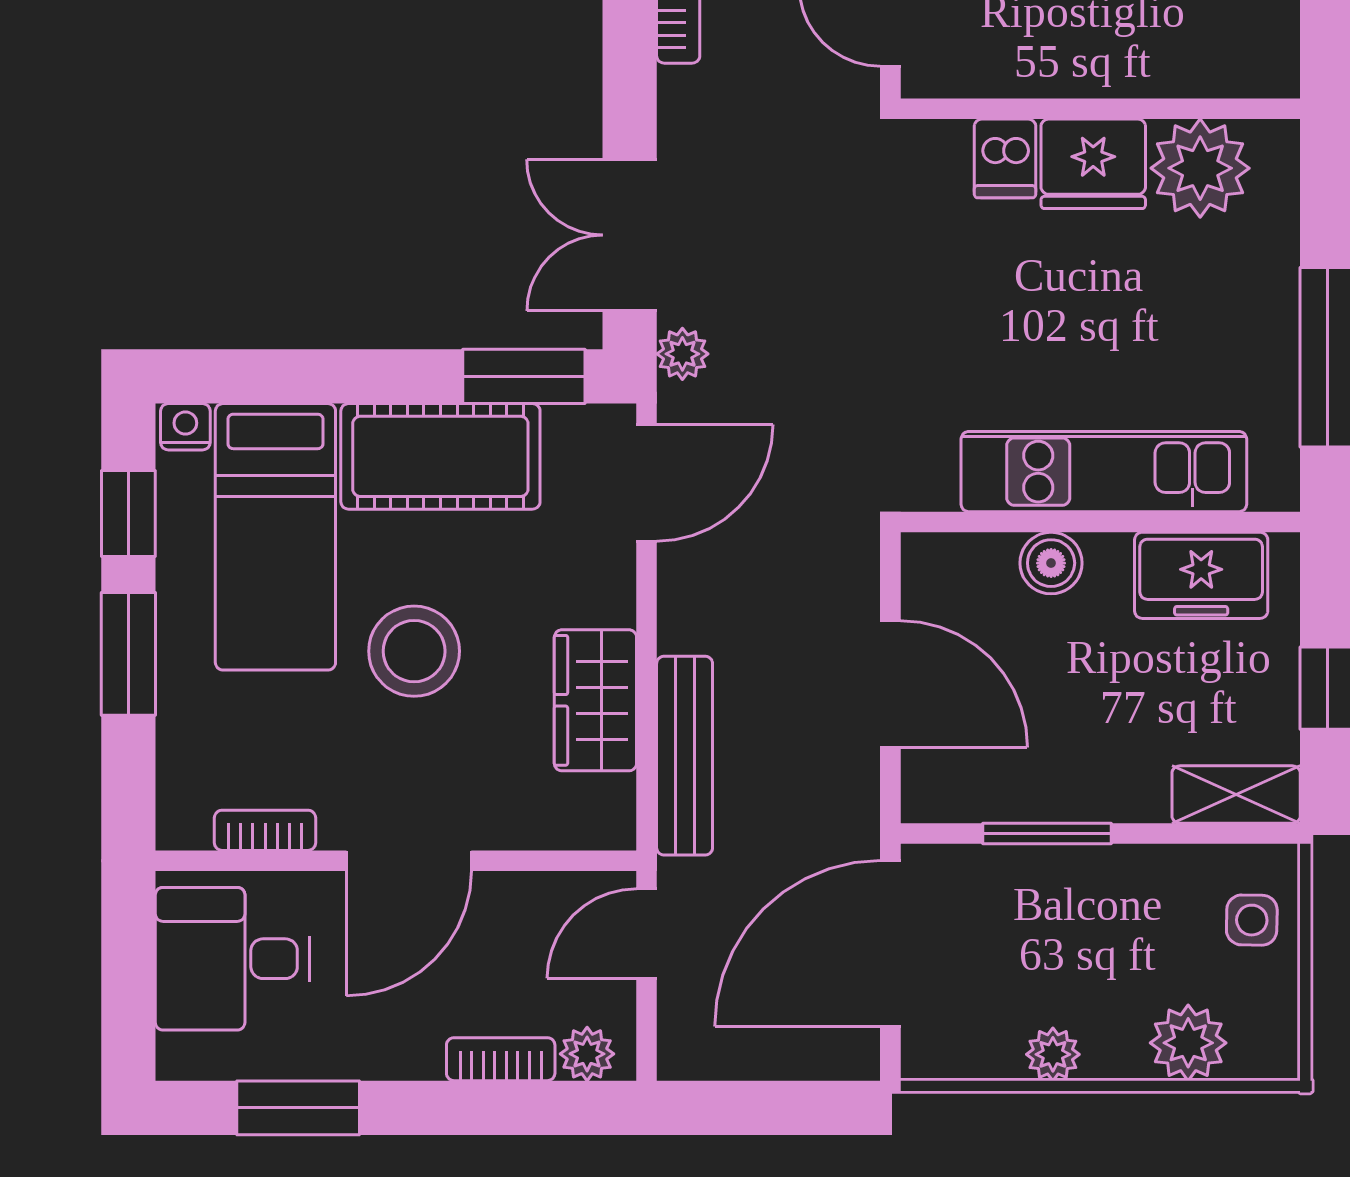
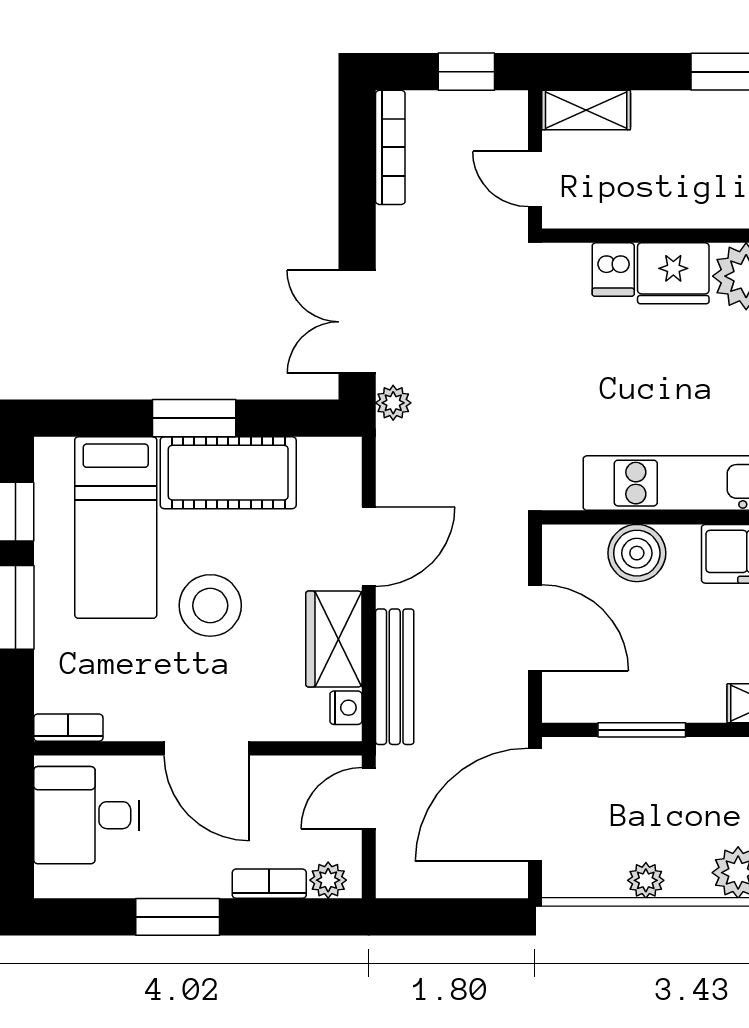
window: (524, 376) -> (194, 418), moved
nightstand: (185, 427) -> (346, 708), moved, turned 90
door: (647, 483) -> (369, 547), moved
boiler: (1051, 563) -> (637, 553), width x1.36, depth x1.36
bookcase: (265, 830) -> (68, 728), moved
door: (409, 861) -> (207, 748), hinge flipped
window: (298, 1108) -> (178, 917), moved

